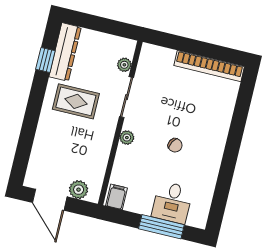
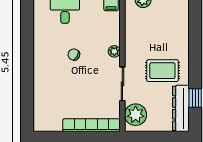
plant: (124, 65) -> (136, 115), width x1.88, depth x1.88
bookcase: (209, 66) -> (92, 125), moved

